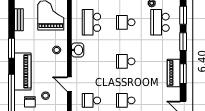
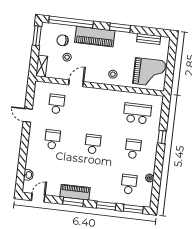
school desk: (160, 22) -> (129, 184), width x0.54
washbasin: (78, 50) -> (110, 96), removed

